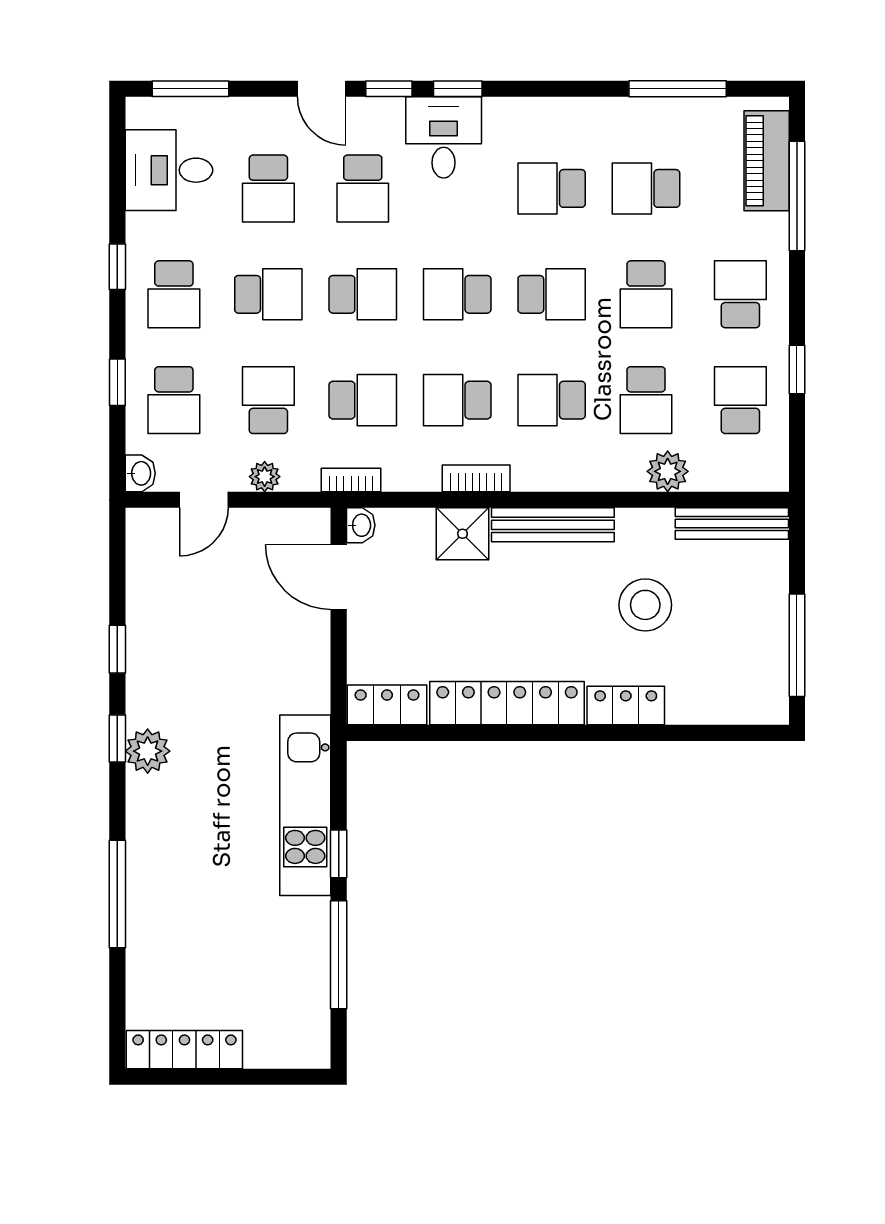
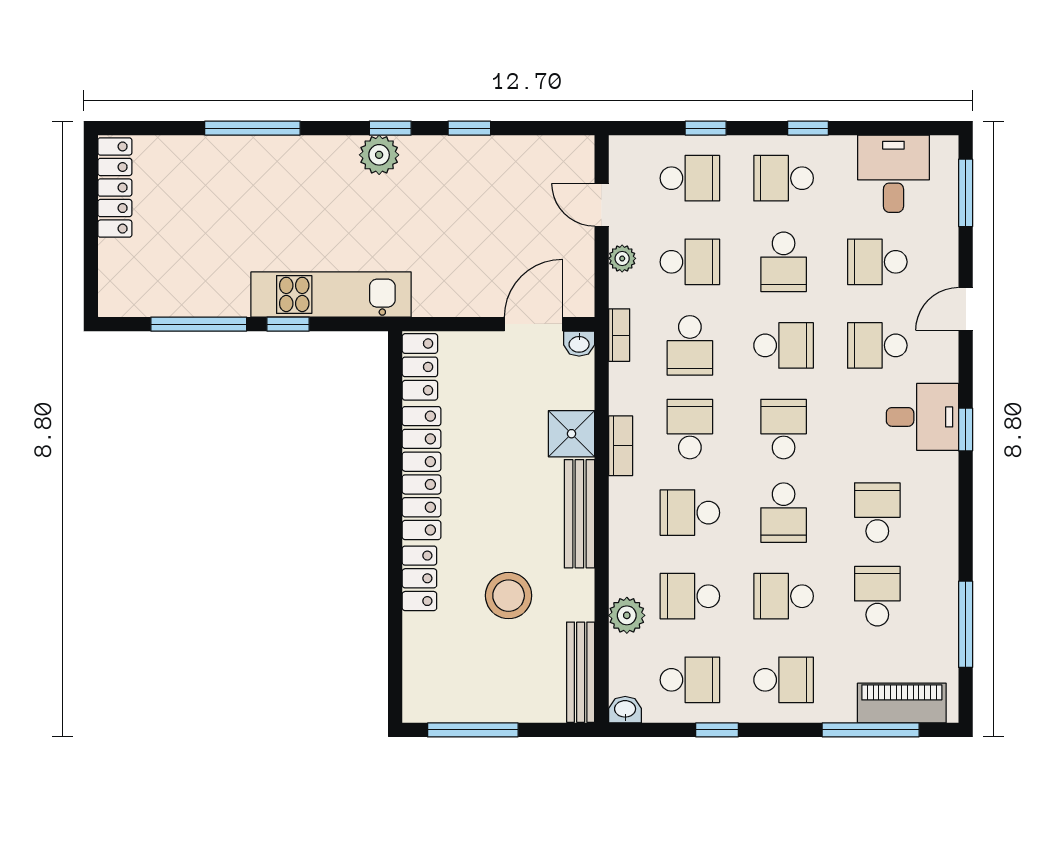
window: (389, 89) -> (966, 369), removed
school desk: (363, 294) -> (784, 345), turned -90
school desk: (174, 400) -> (690, 178), turned 180
school desk: (552, 400) -> (690, 513), turned -90
washbasin: (140, 473) -> (625, 710), moved, turned 180

